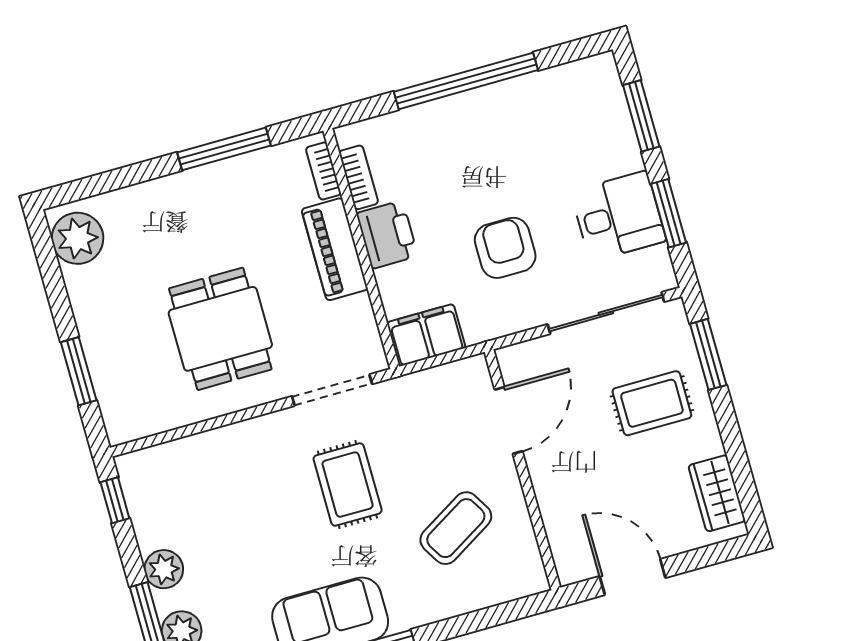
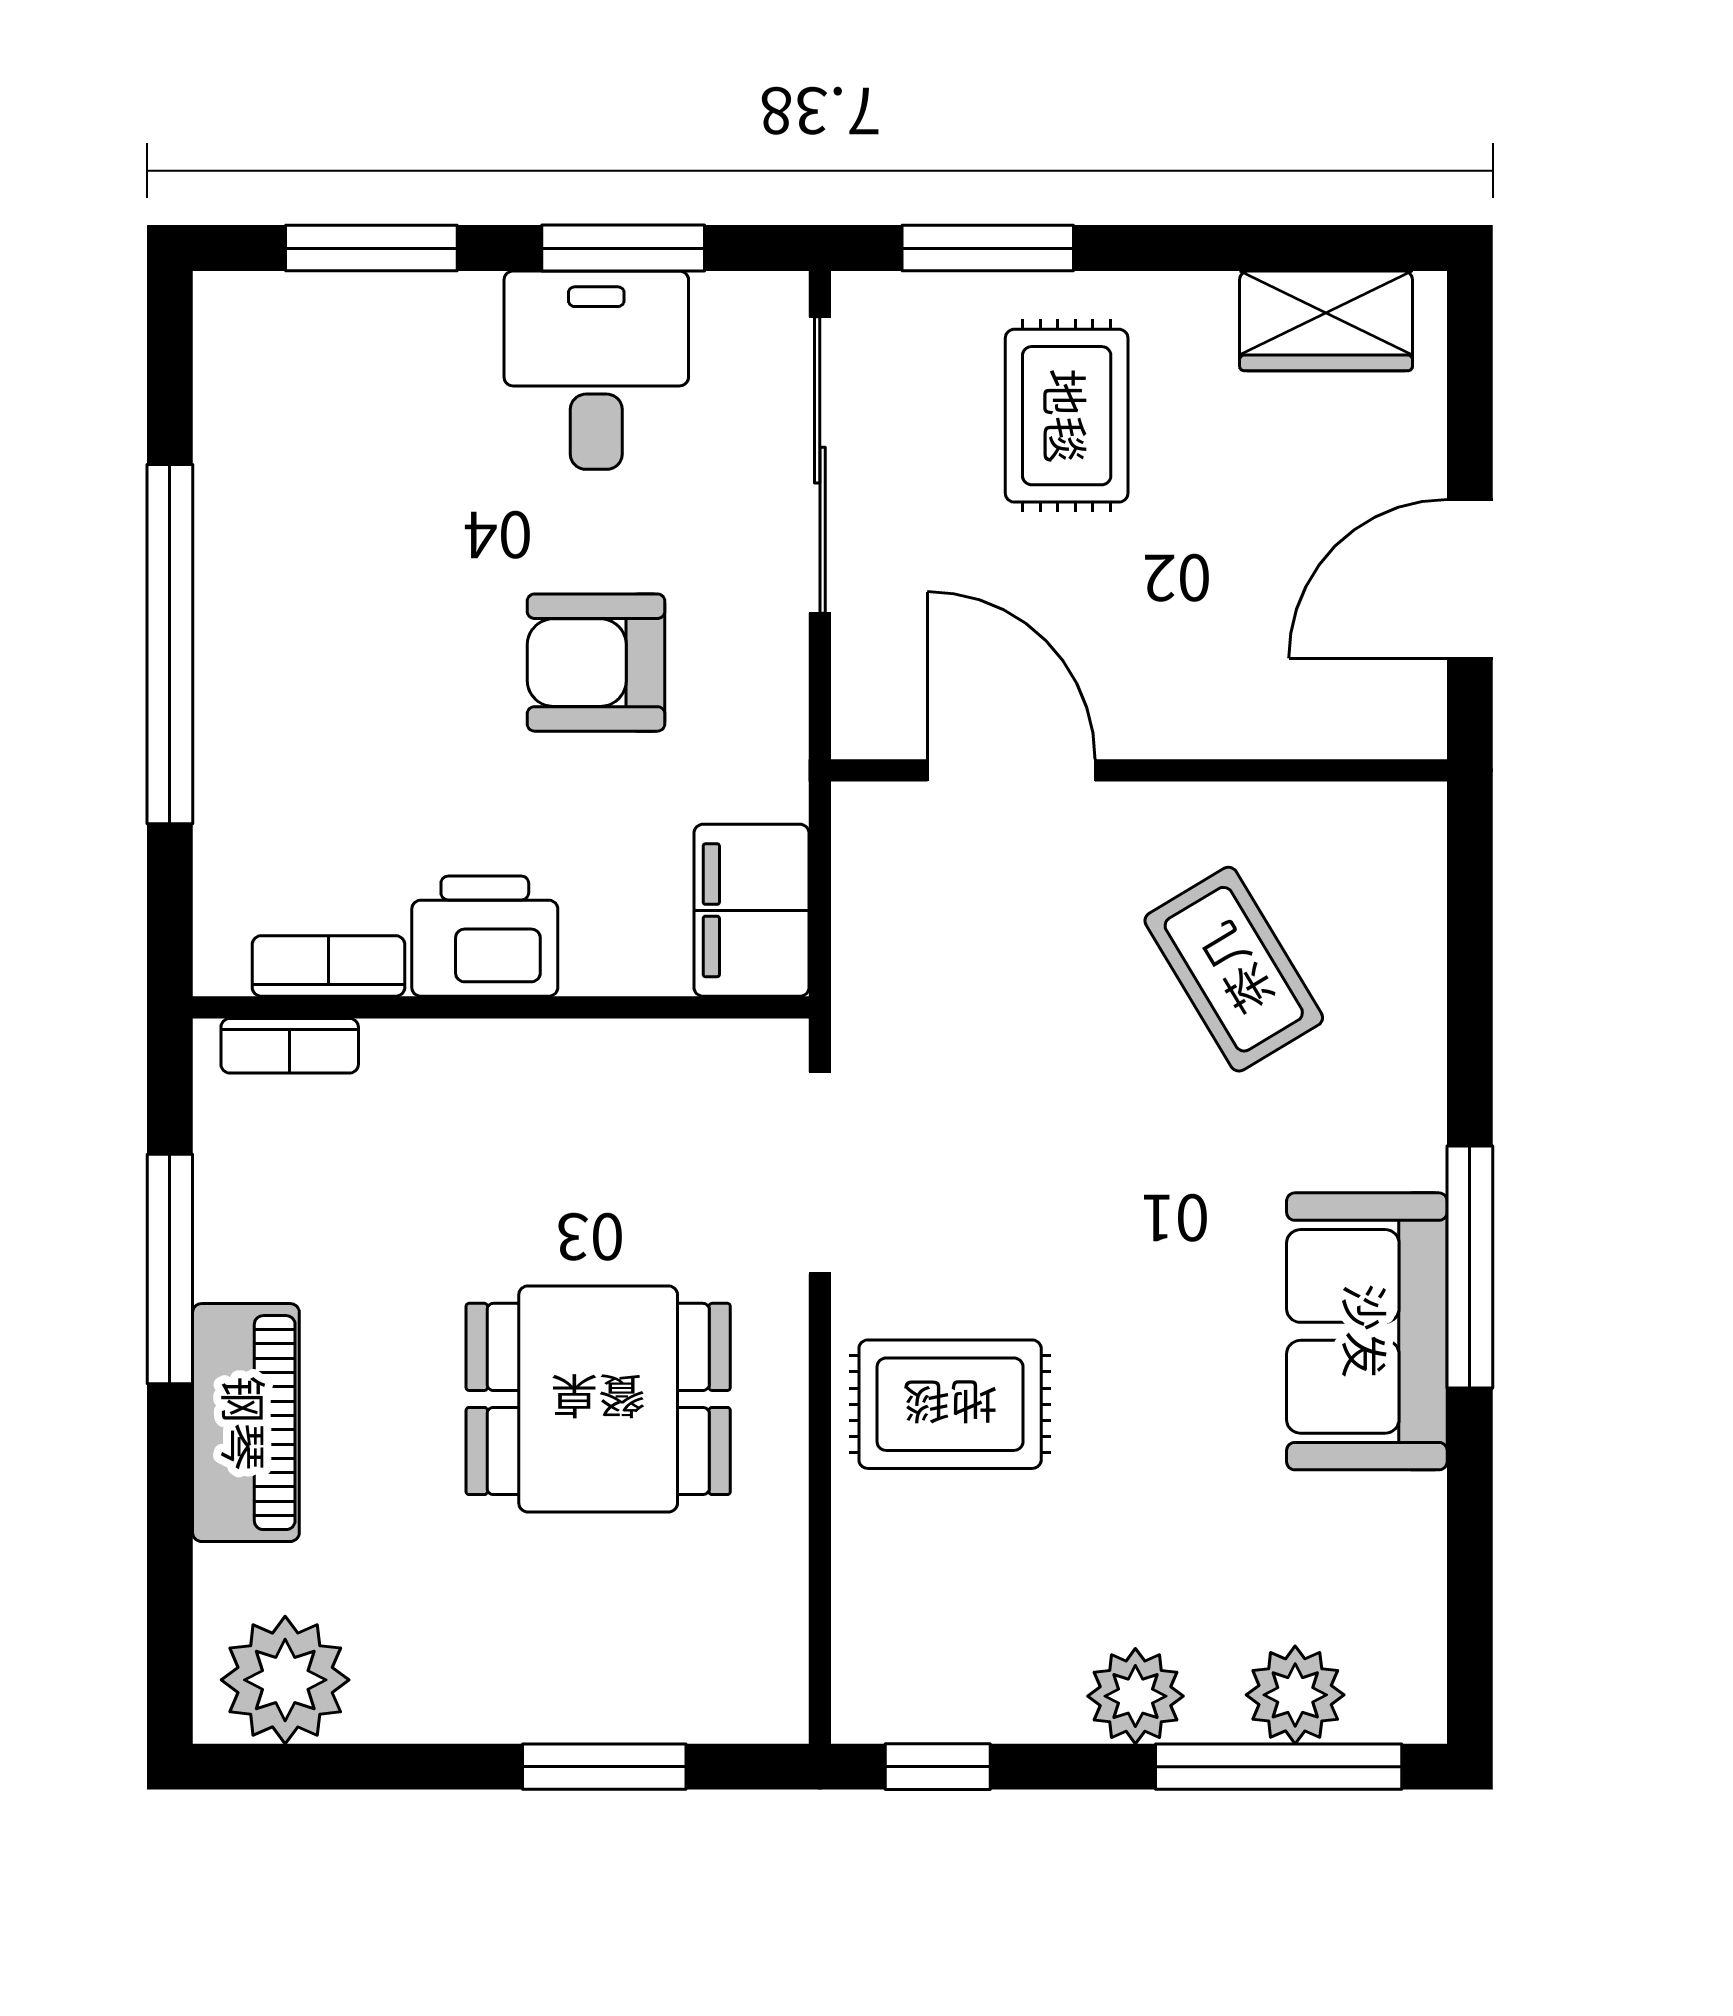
piano: (335, 249) -> (246, 1423), moved, turned -90
rug: (348, 485) -> (950, 1404), moved

